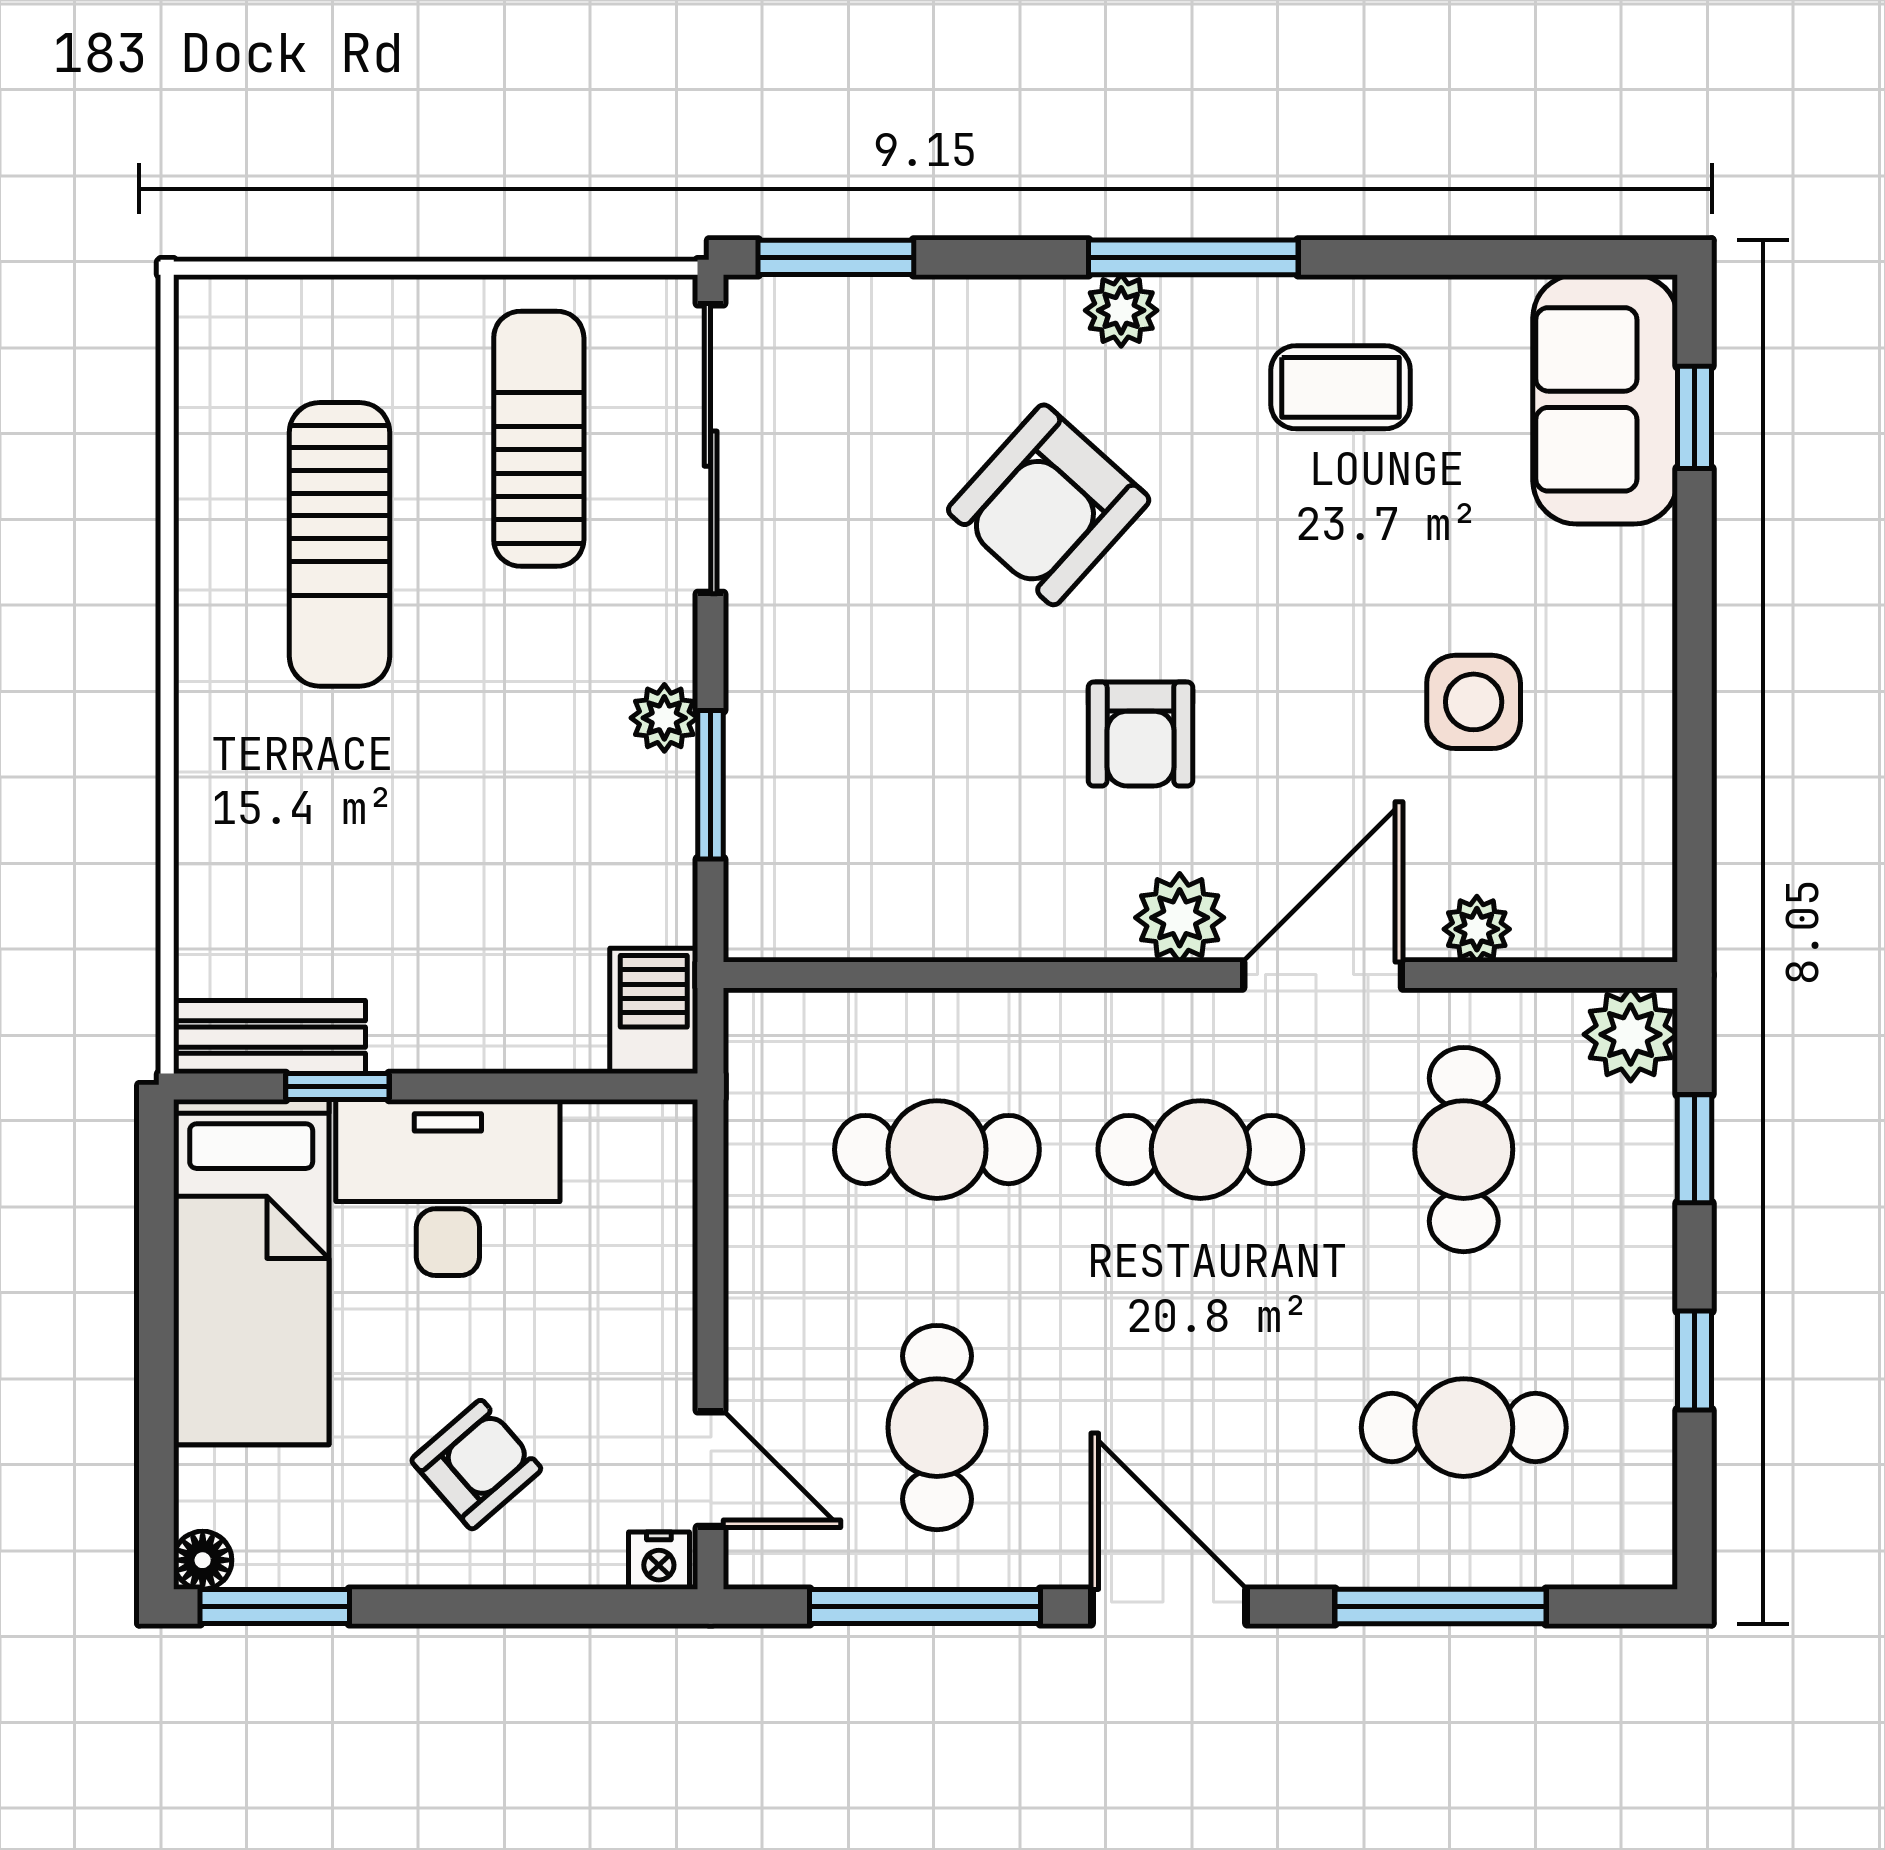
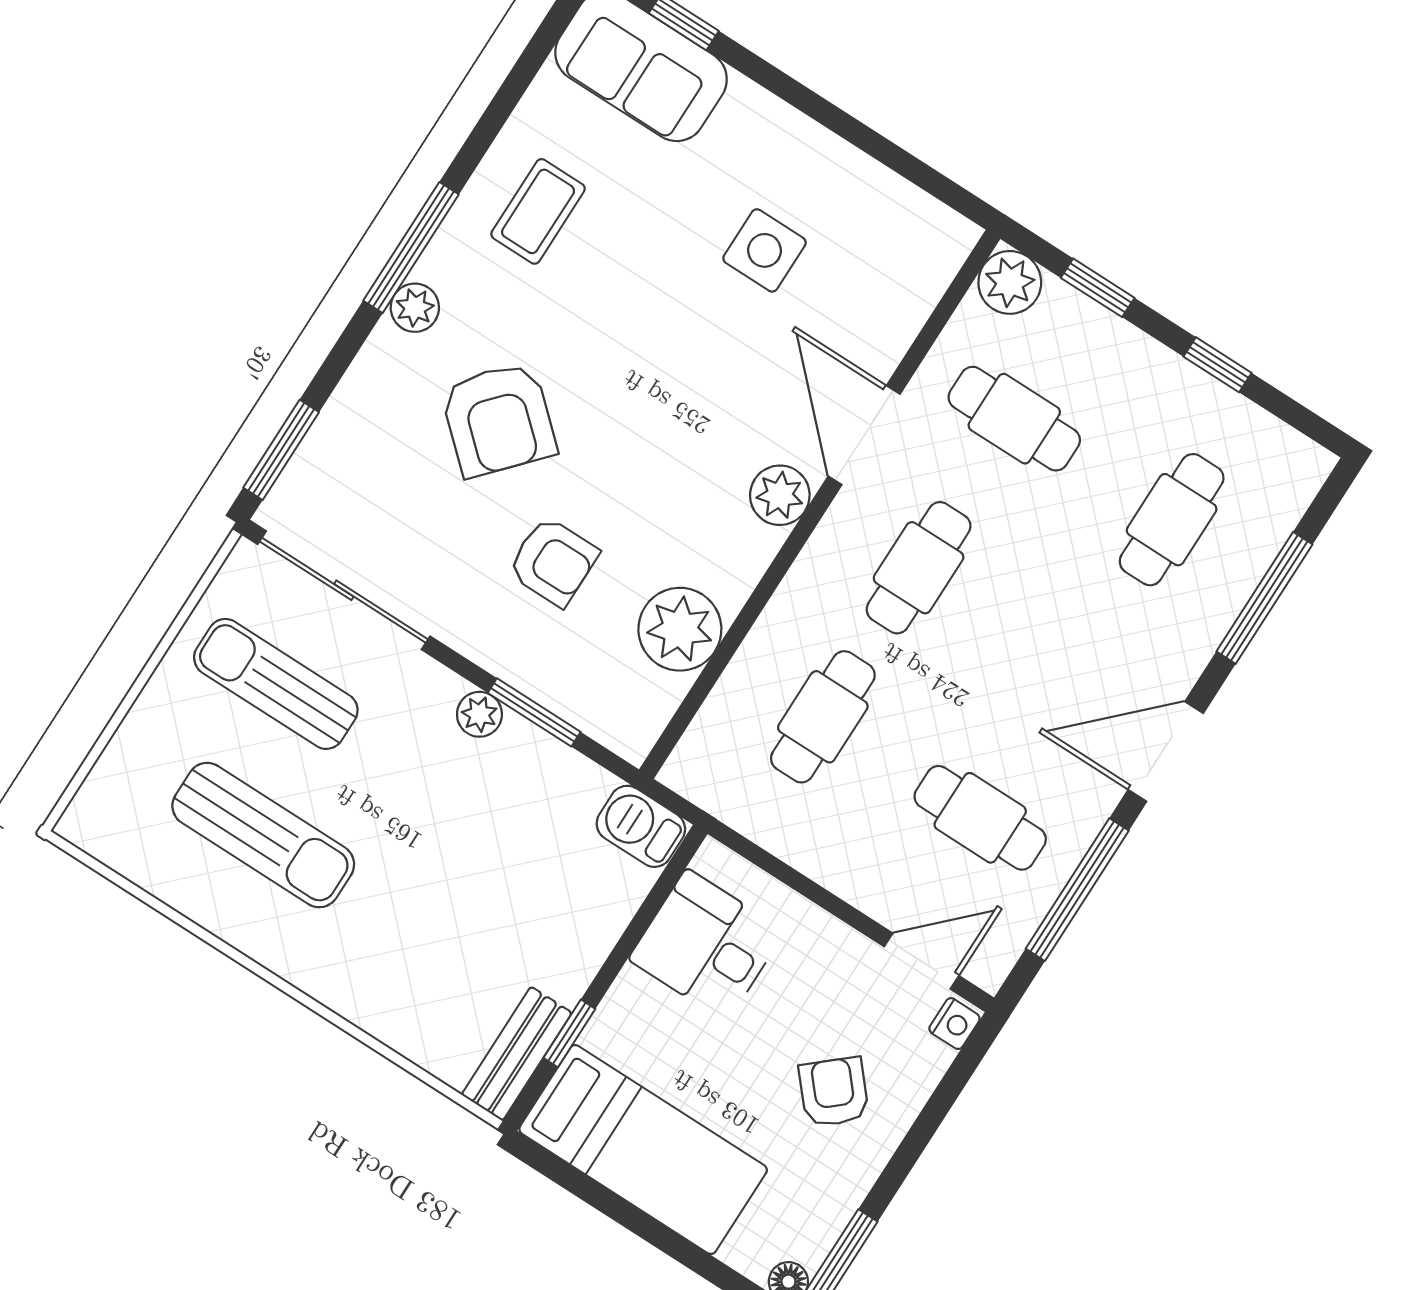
armchair: (1140, 734) -> (553, 562), moved
plant: (1477, 929) -> (680, 629), moved, width x1.88, depth x1.88
desk: (448, 1188) -> (707, 945), moved, width x0.73

